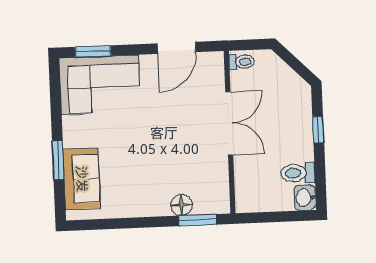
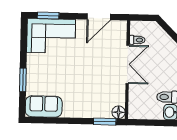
toilet: (242, 62) -> (137, 40), moved
sofa: (82, 179) -> (44, 106), moved, turned -90
floor lamp: (182, 205) -> (119, 112), moved

